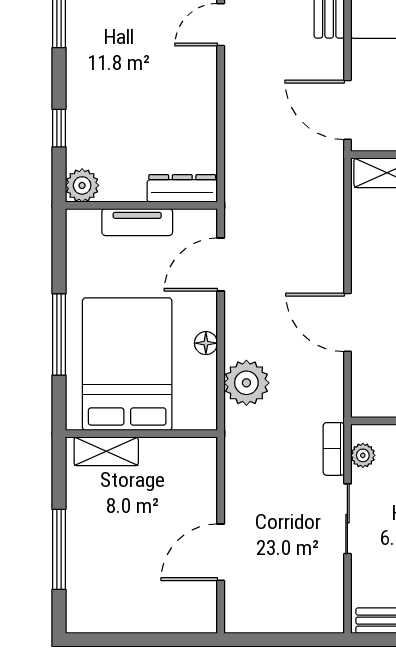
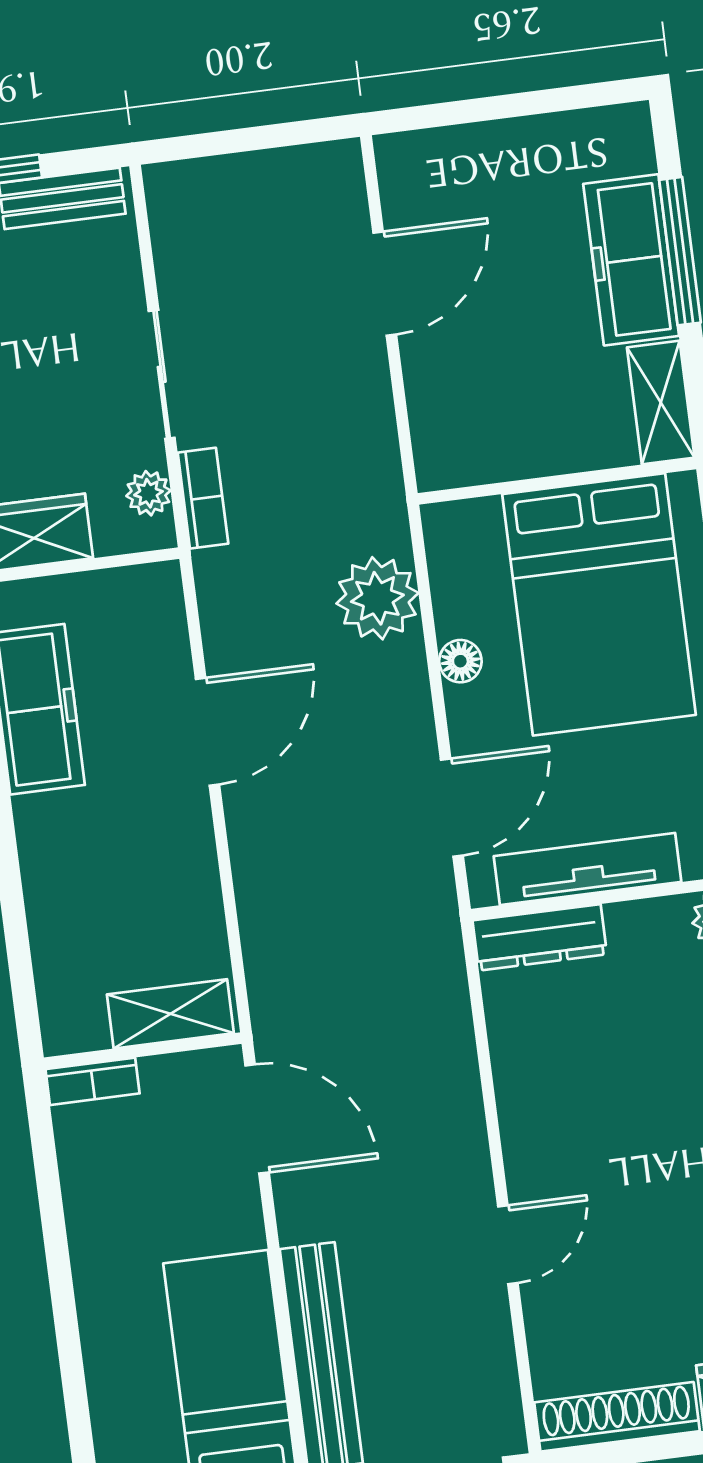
tv unit: (137, 222) -> (588, 869), width x1.41
door: (347, 322) -> (207, 732), hinge flipped
shelving: (106, 451) -> (661, 402), moved, turned 90
freezer: (86, 548) -> (631, 260), added

